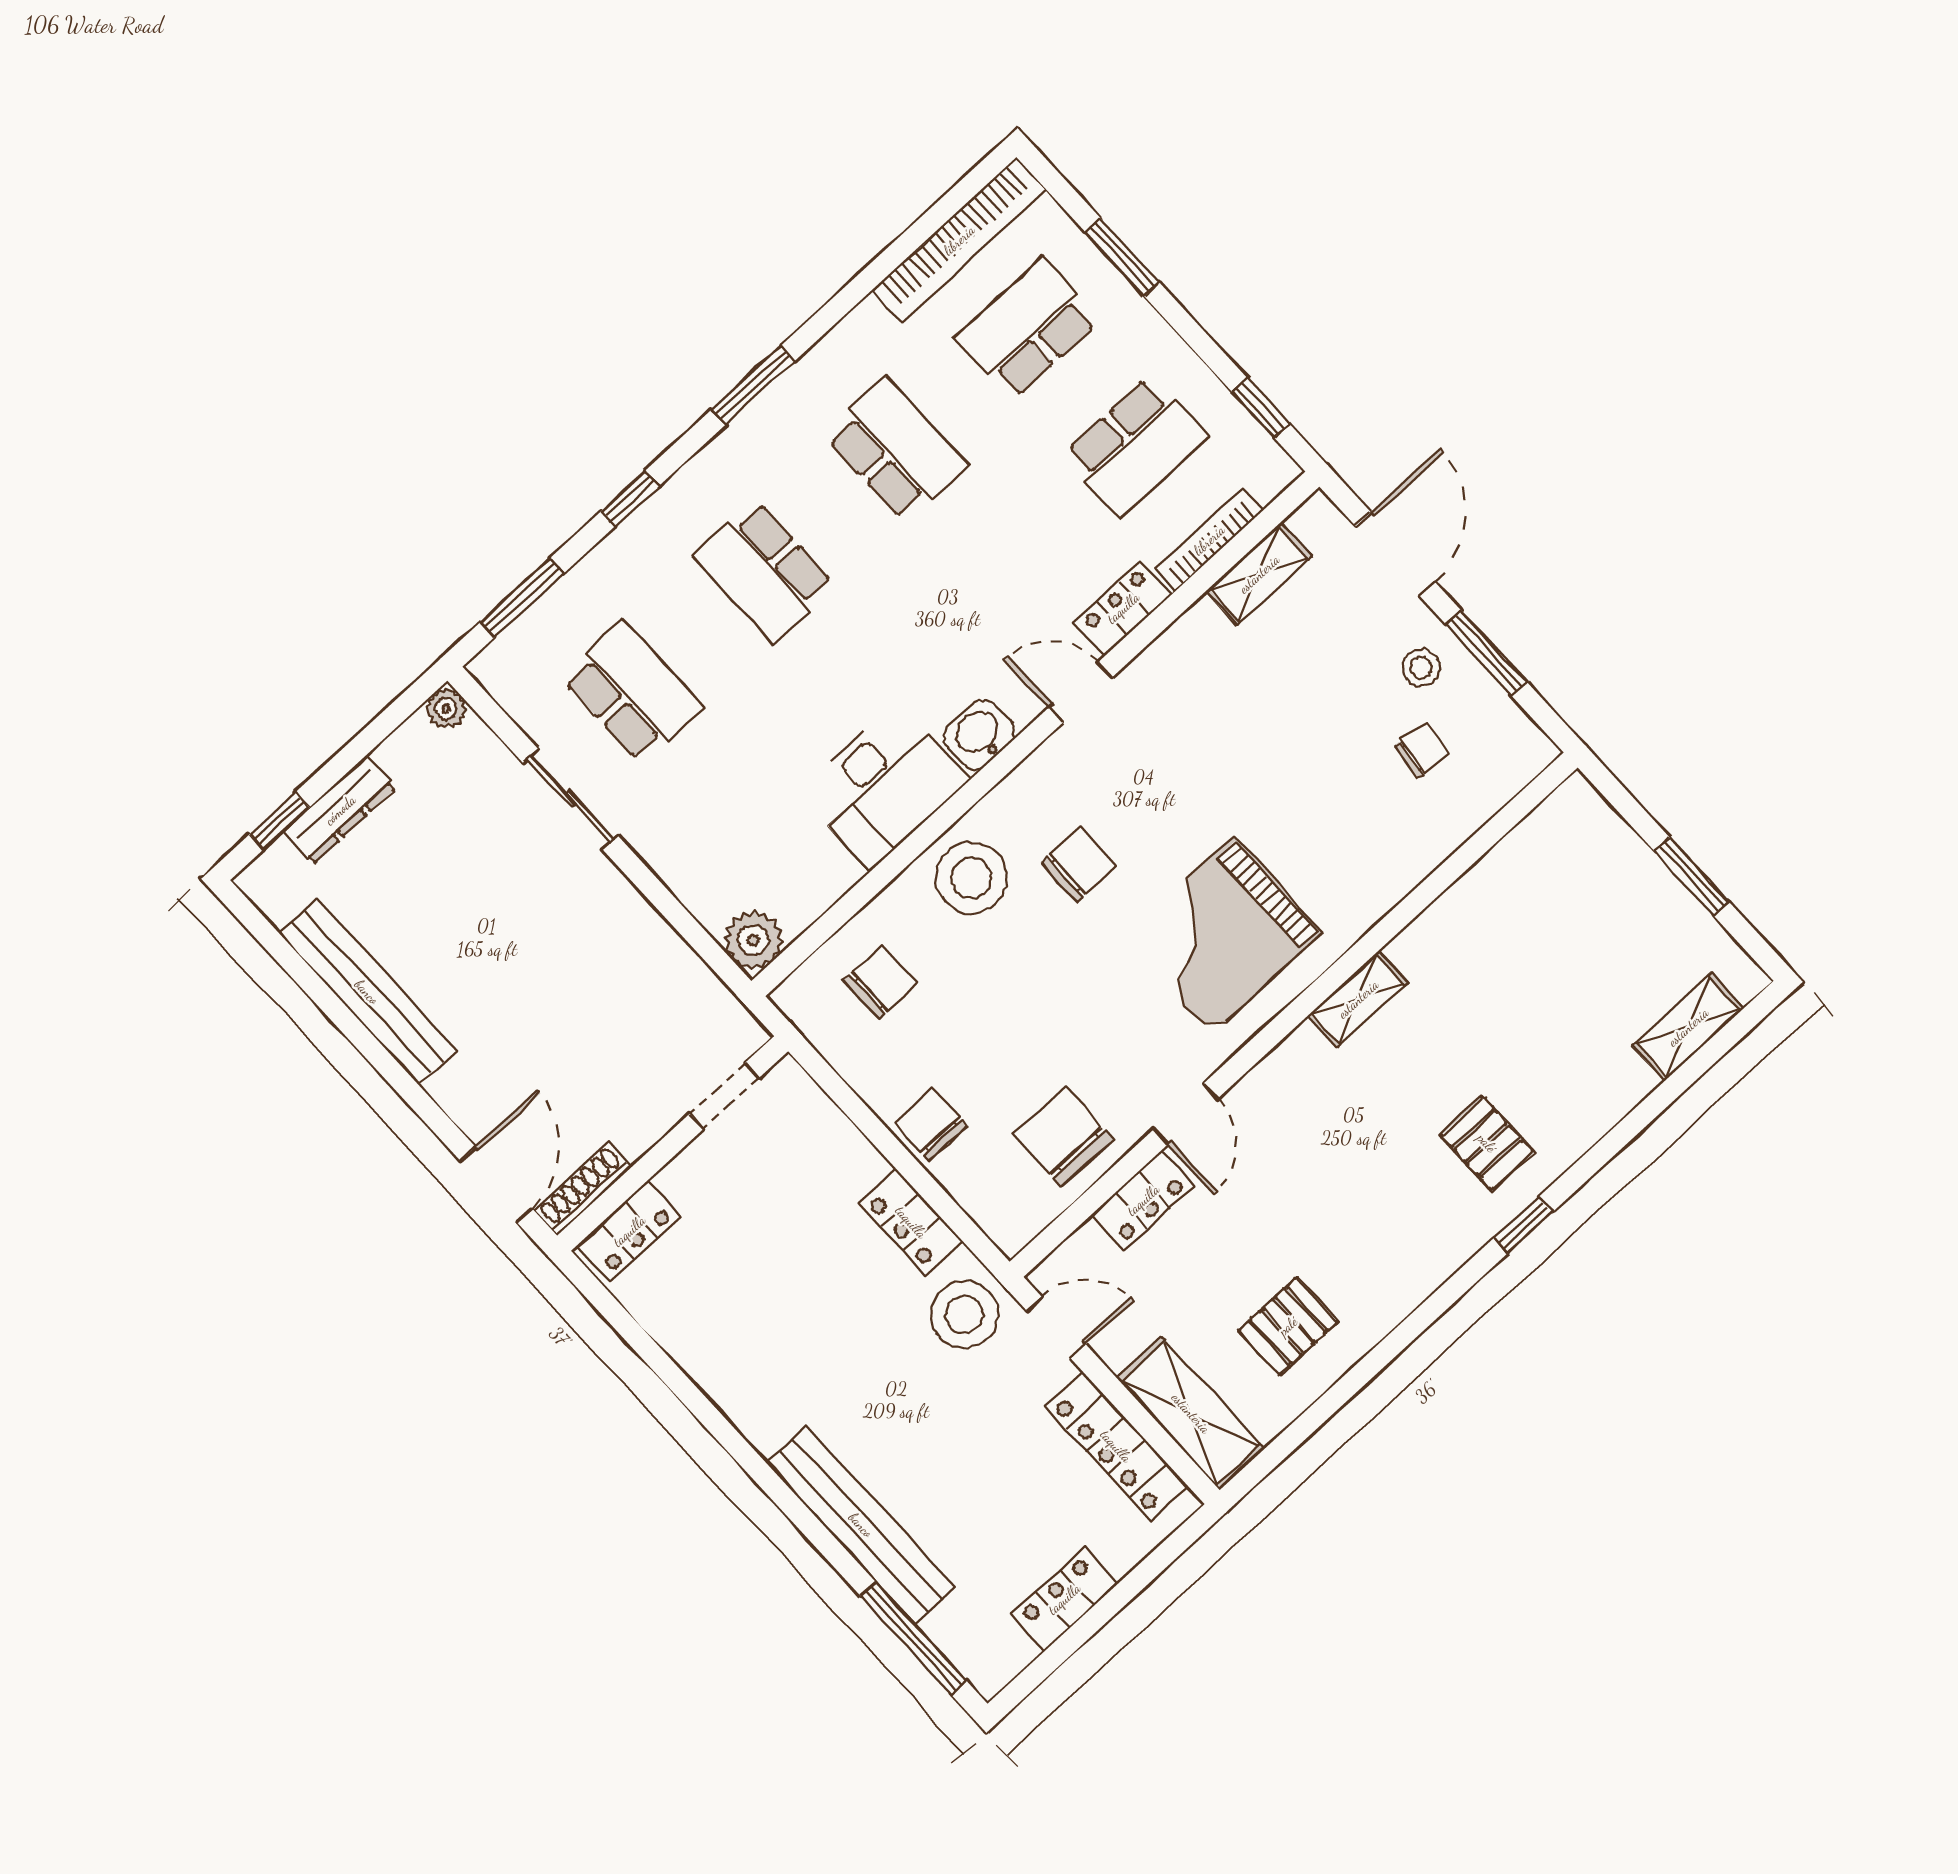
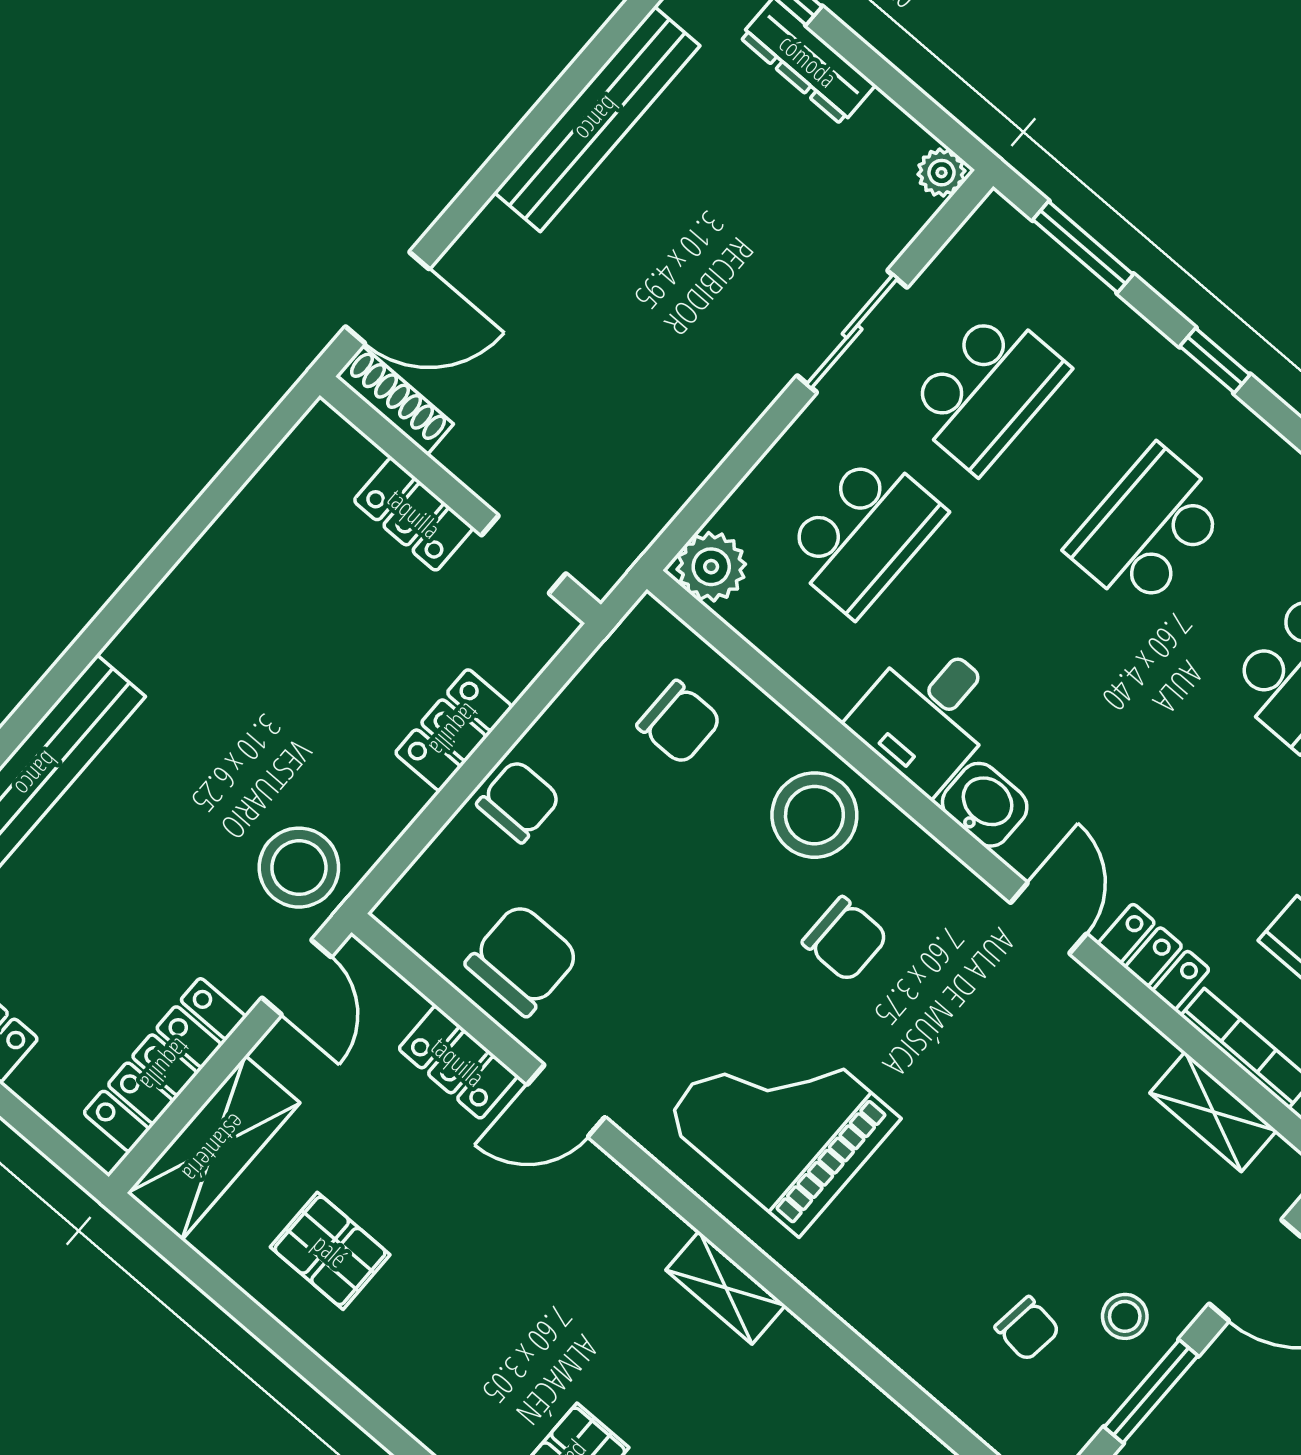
desk: (884, 786) -> (928, 714), width x0.73
school desk: (740, 809) -> (864, 534), added
locker: (911, 1222) -> (454, 730), moved
locker: (629, 1231) -> (414, 514), moved

